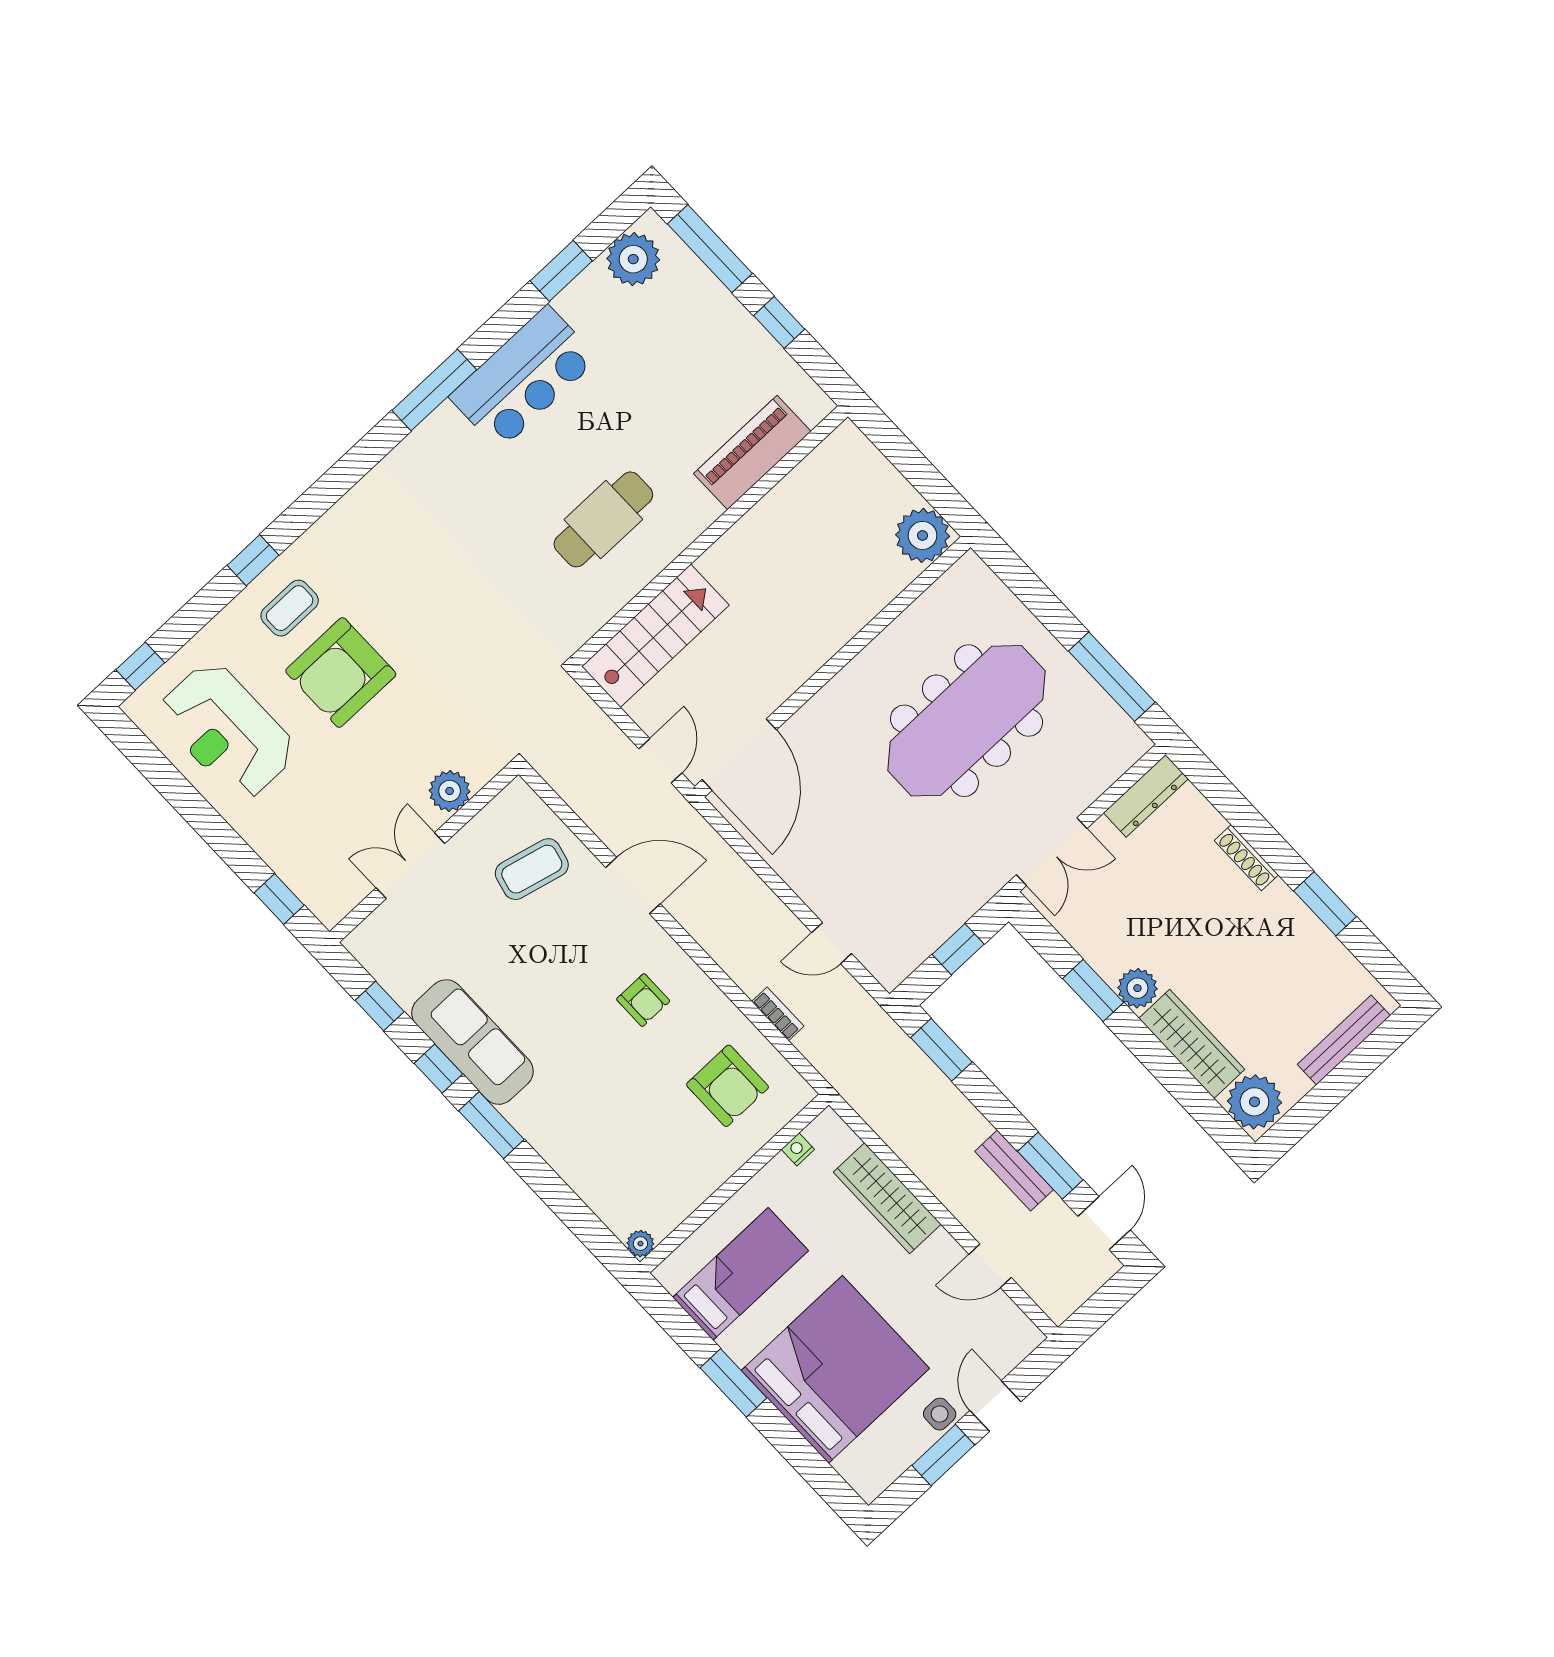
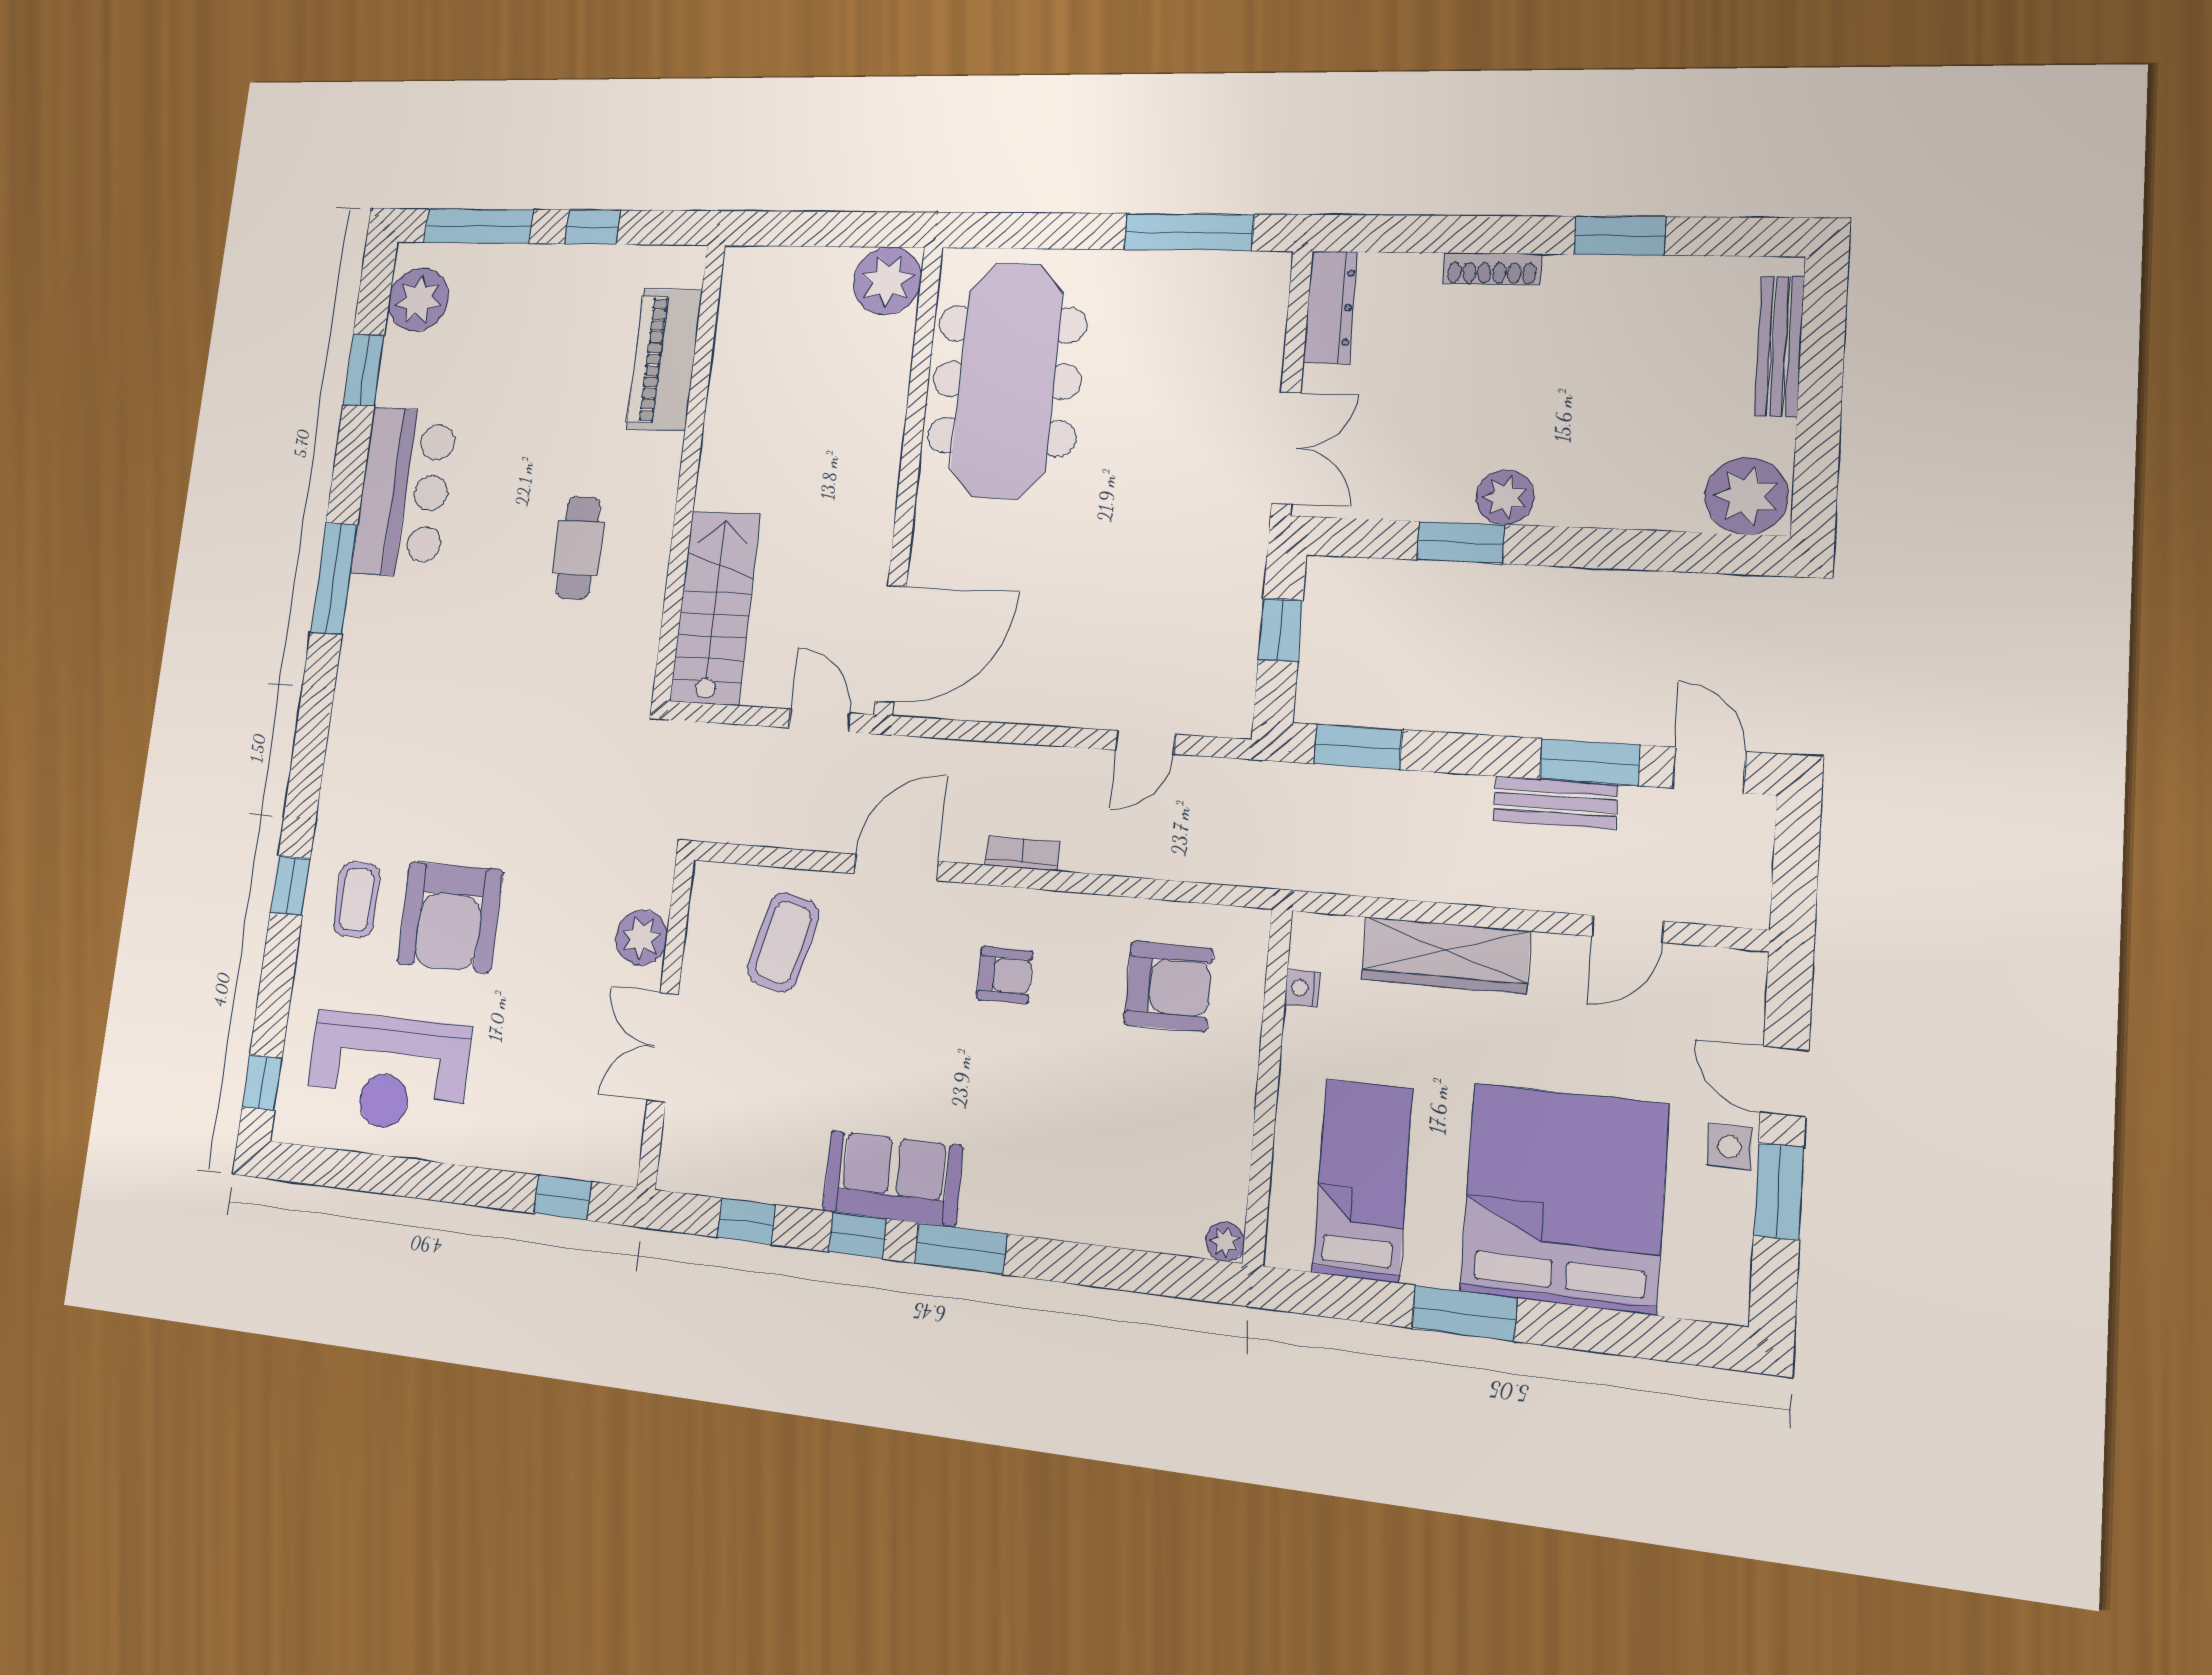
cafe table: (603, 519) -> (578, 548), width x0.73, depth x0.74
meeting table: (966, 721) -> (1007, 380), moved
door: (739, 755) -> (891, 644), hinge flipped
bookcase: (778, 1014) -> (1023, 854), moved
sofa: (472, 1042) -> (893, 1178), width x0.73
wardrobe: (1192, 1044) -> (1619, 500), removed

